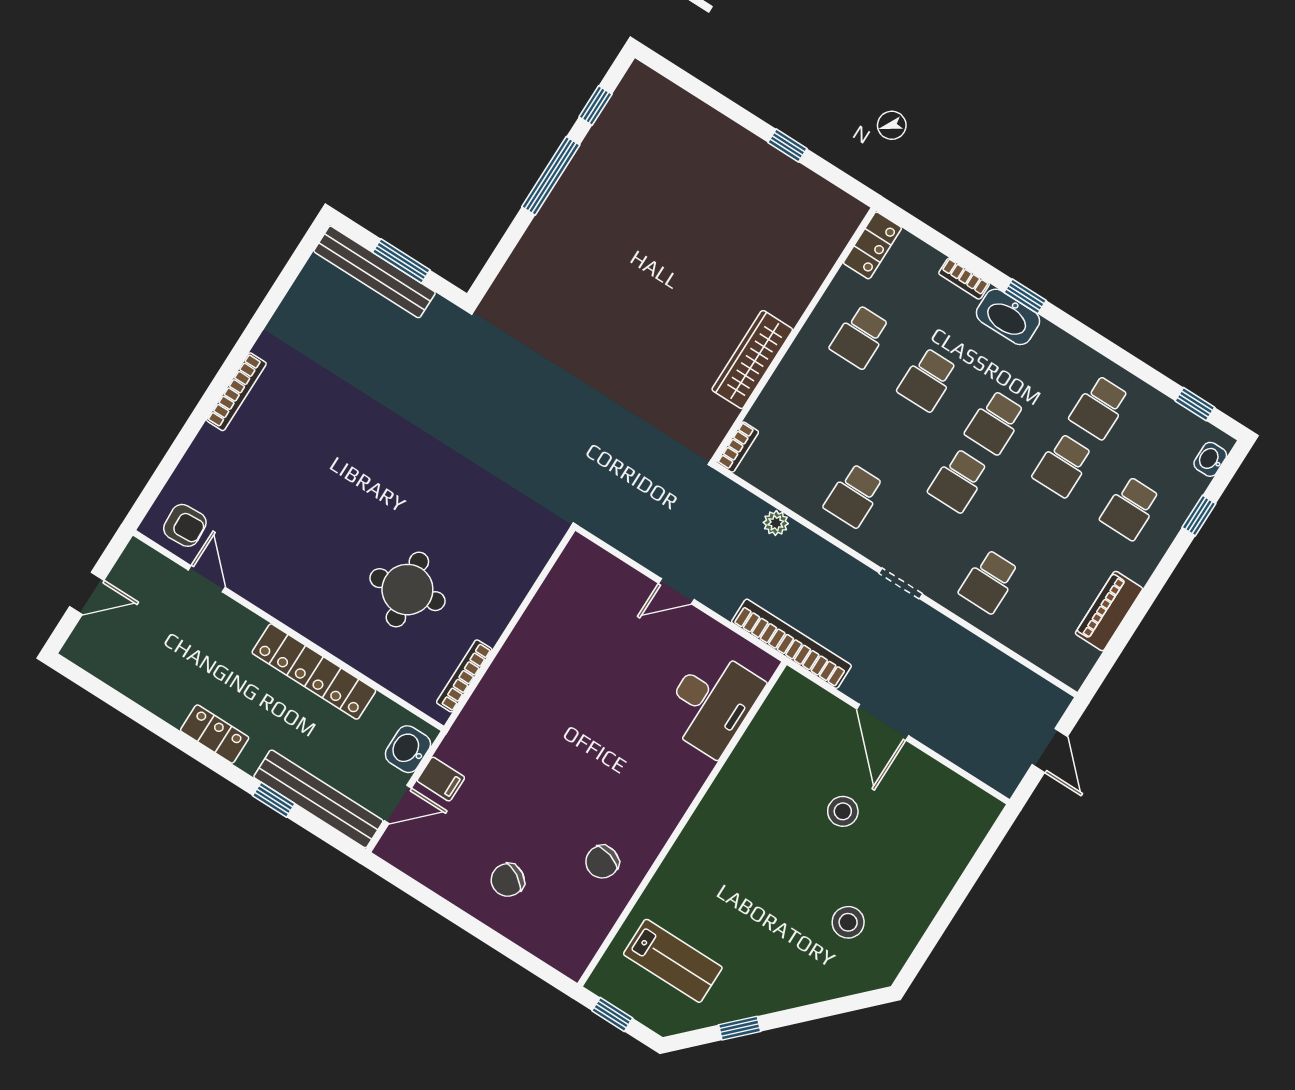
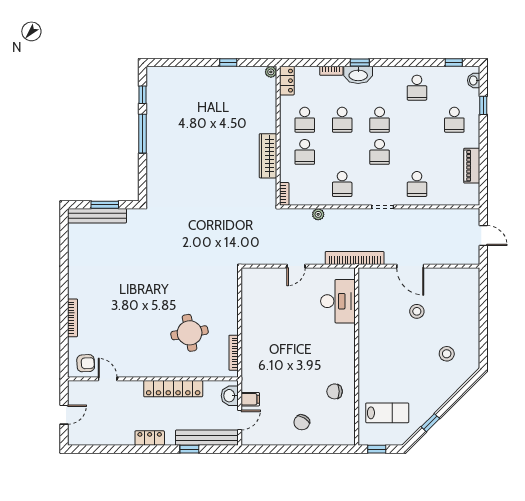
plant: (854, 211) -> (271, 72), added
bookcase: (236, 392) -> (73, 318), moved
school desk: (1063, 465) -> (305, 152), moved
chair: (602, 862) -> (335, 391), turned 74

